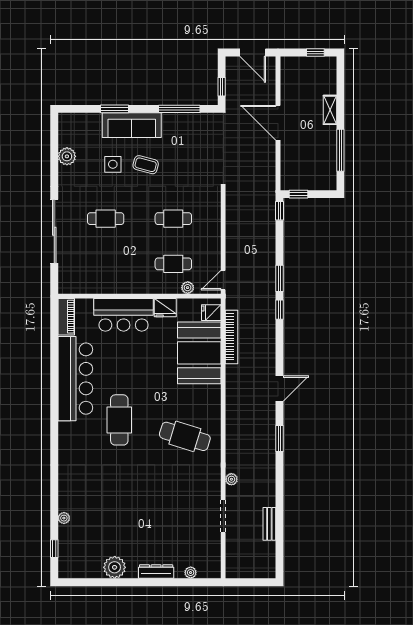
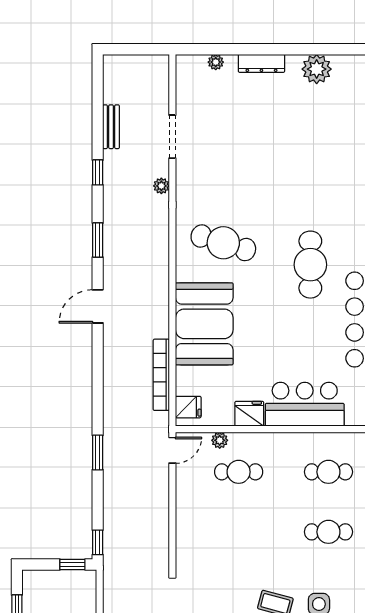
cafe table: (173, 219) -> (328, 472), moved
window: (280, 310) -> (98, 172), moved
booth: (199, 353) -> (204, 324), moved

